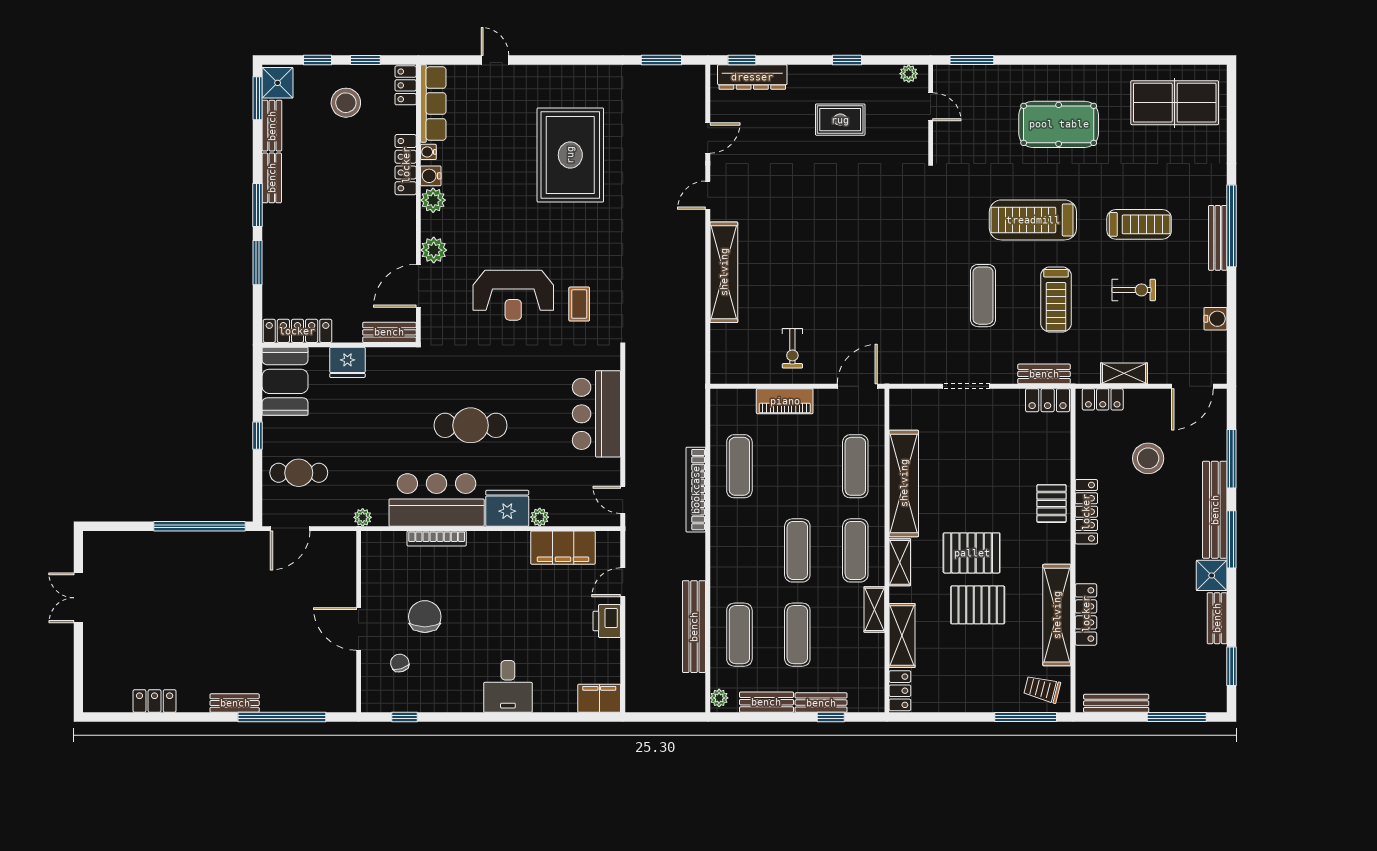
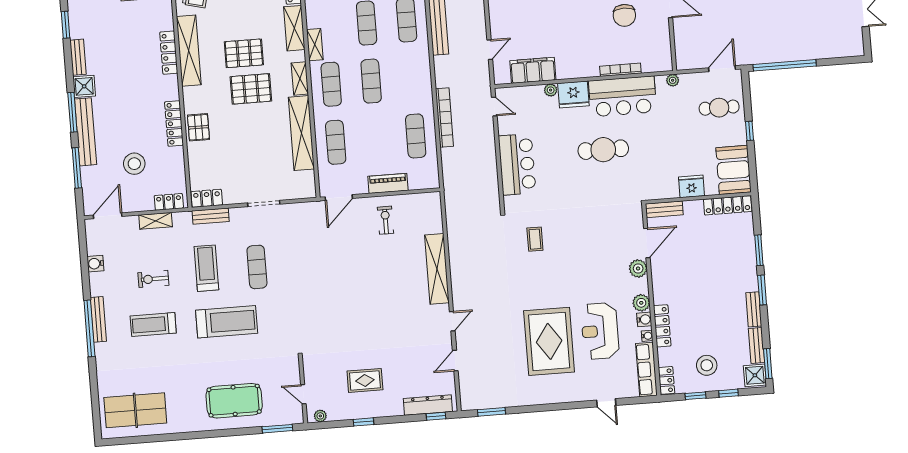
pool table: (1059, 124) -> (234, 401), moved
reception desk: (513, 295) -> (600, 331), moved, turned -90
printer: (607, 621) -> (499, 22), removed

